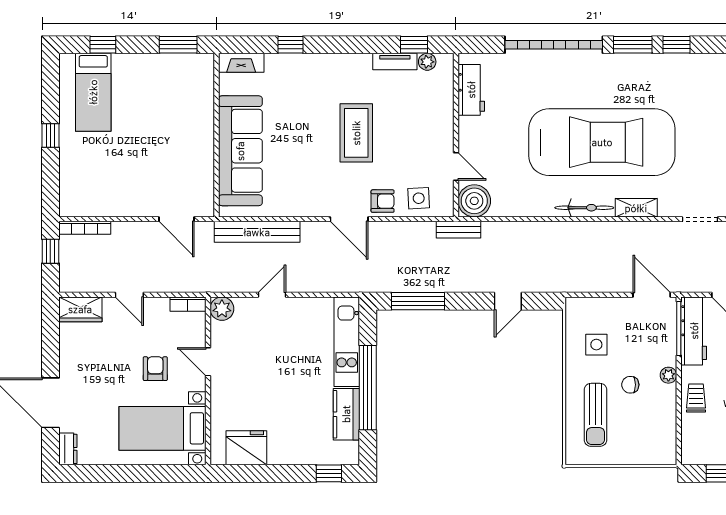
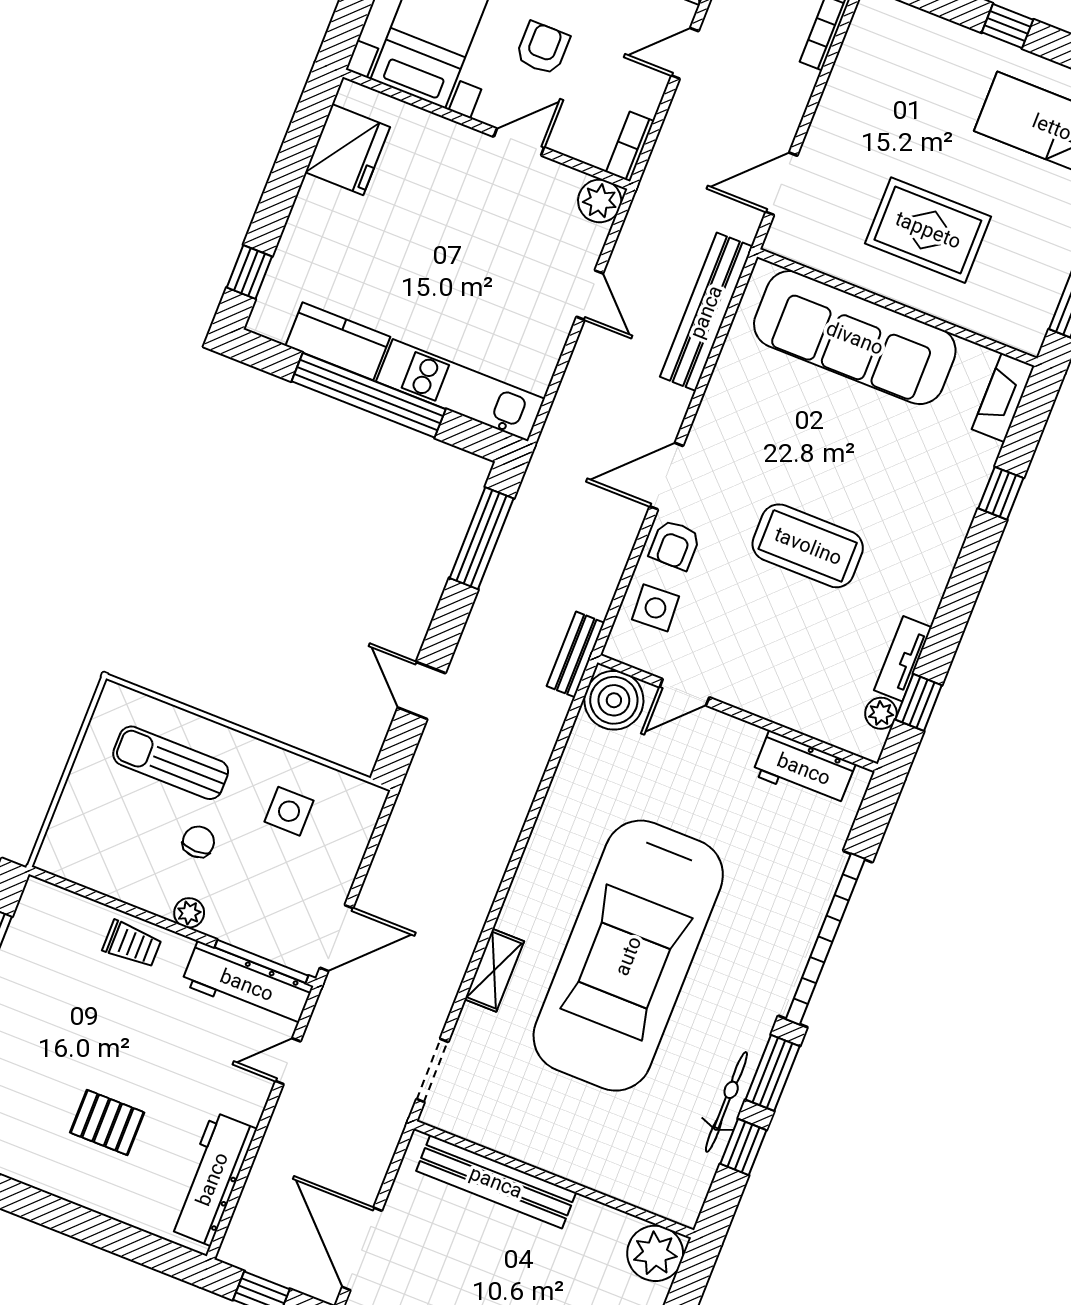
rug: (171, 135) -> (928, 230), added
bicycle: (584, 208) -> (726, 1102), moved, turned 180
armchair: (155, 369) -> (543, 48), turned -90

